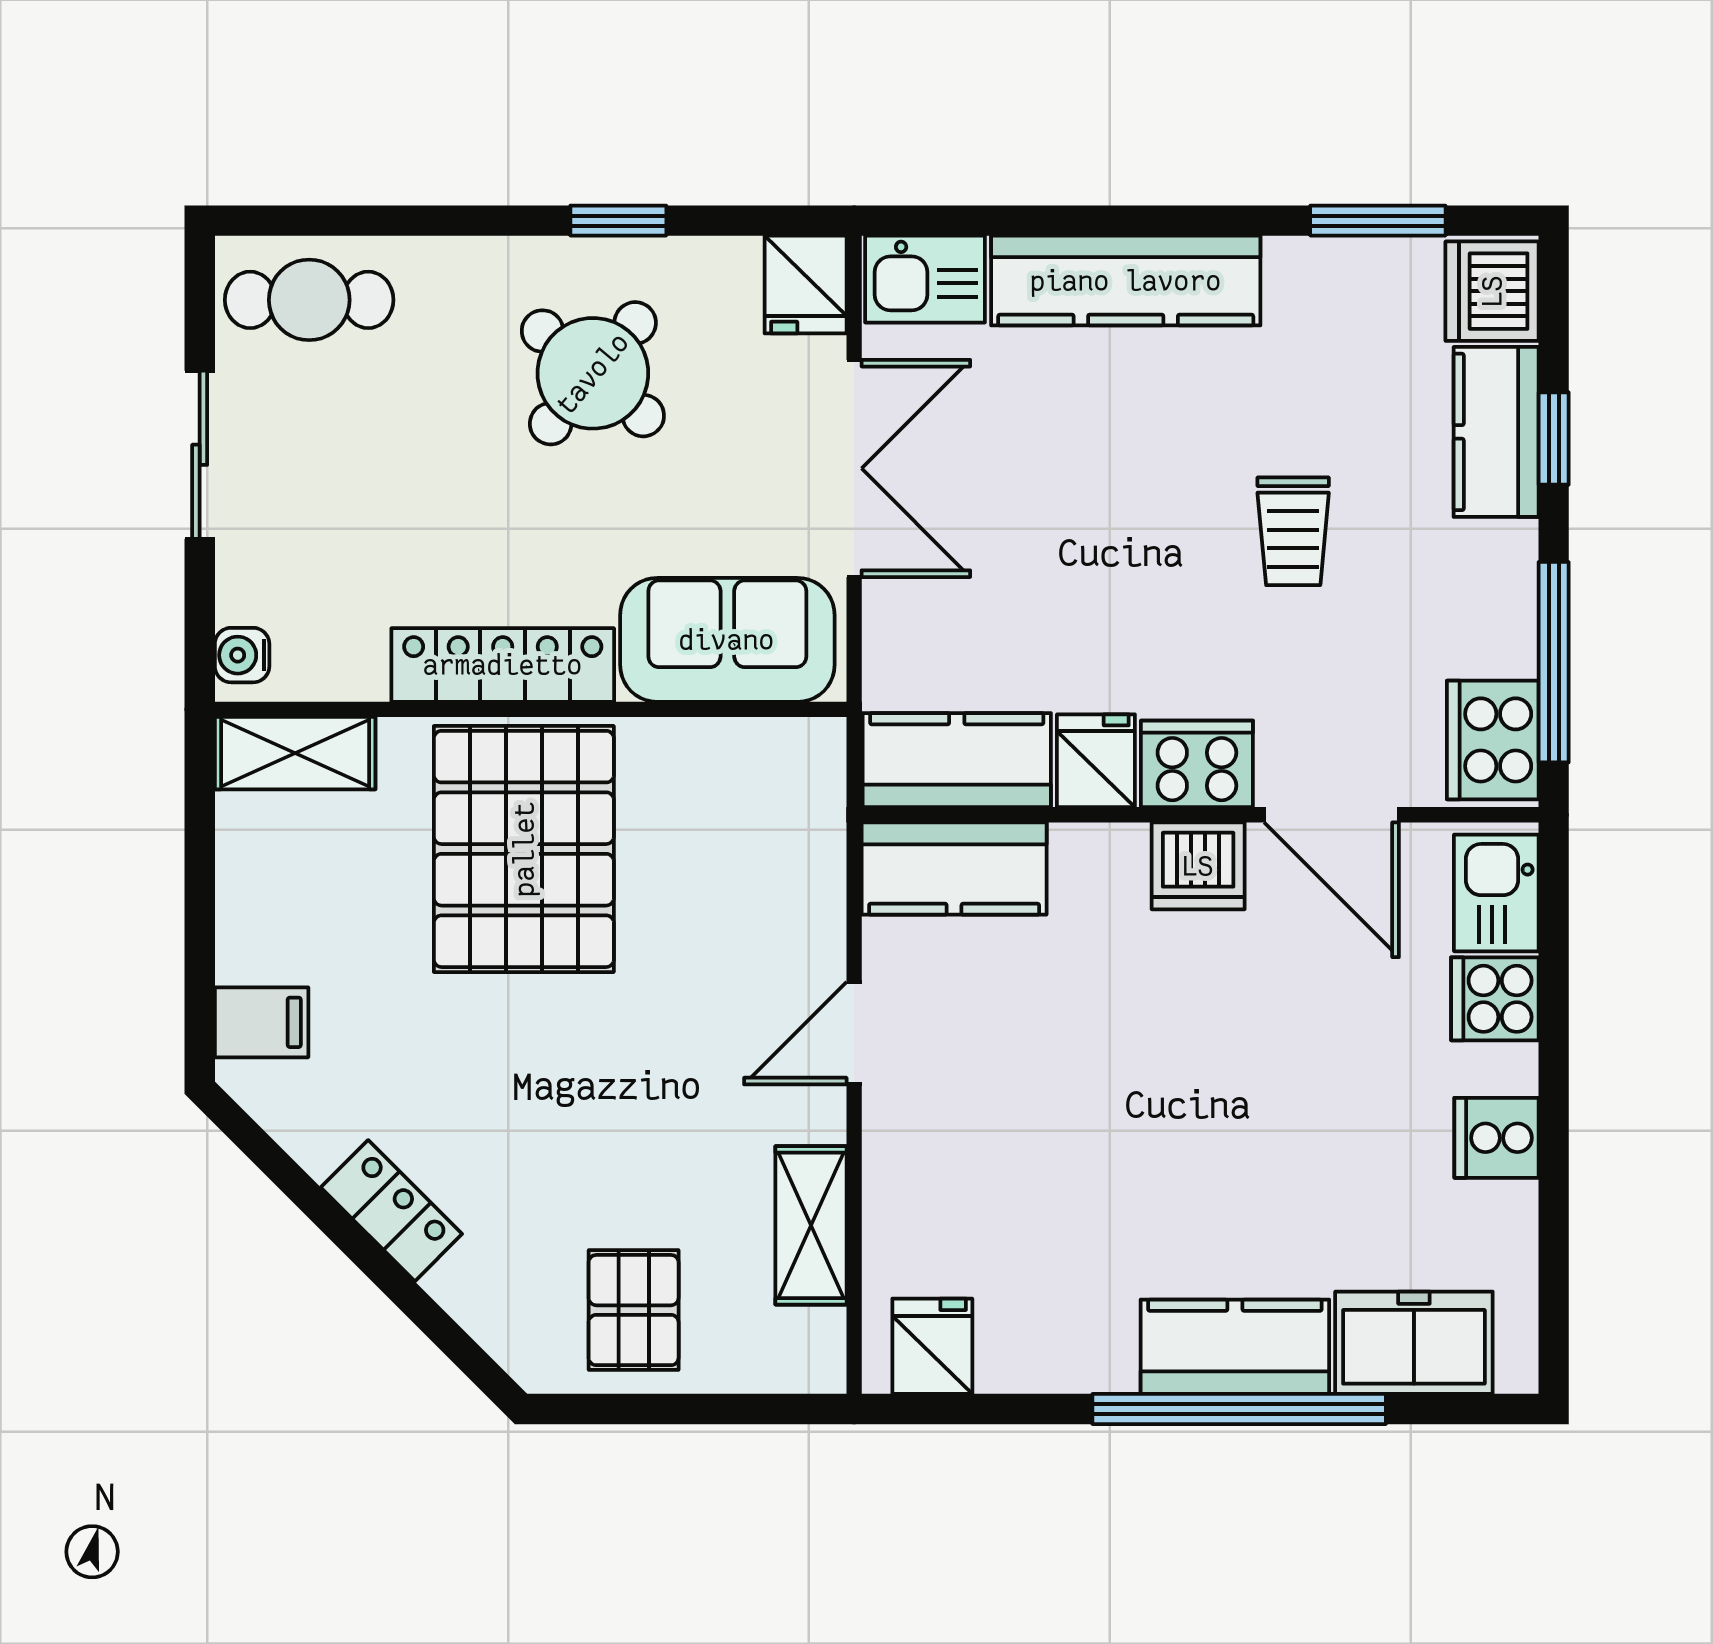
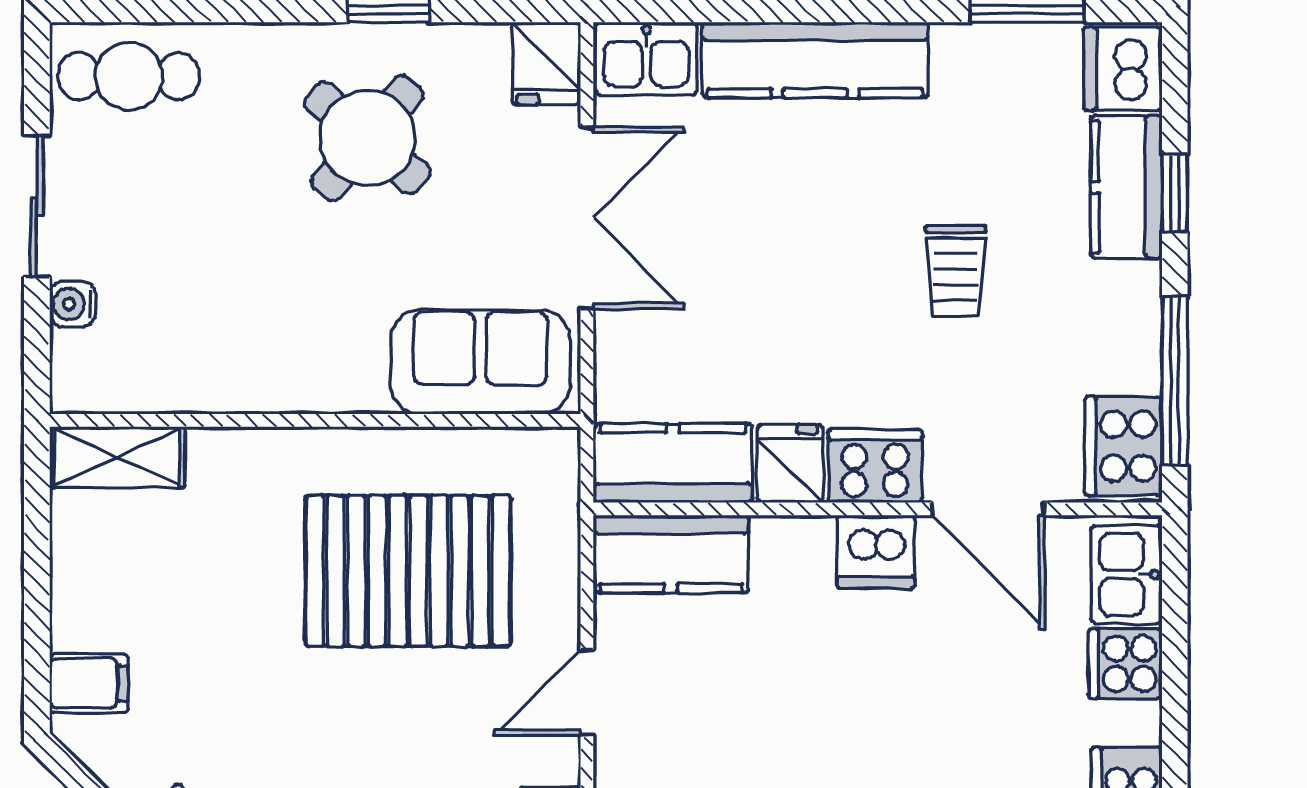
water cooler: (242, 655) -> (72, 304), moved
locker: (503, 665) -> (292, 383), removed
pallet: (524, 849) -> (408, 571), moved, turned 90

